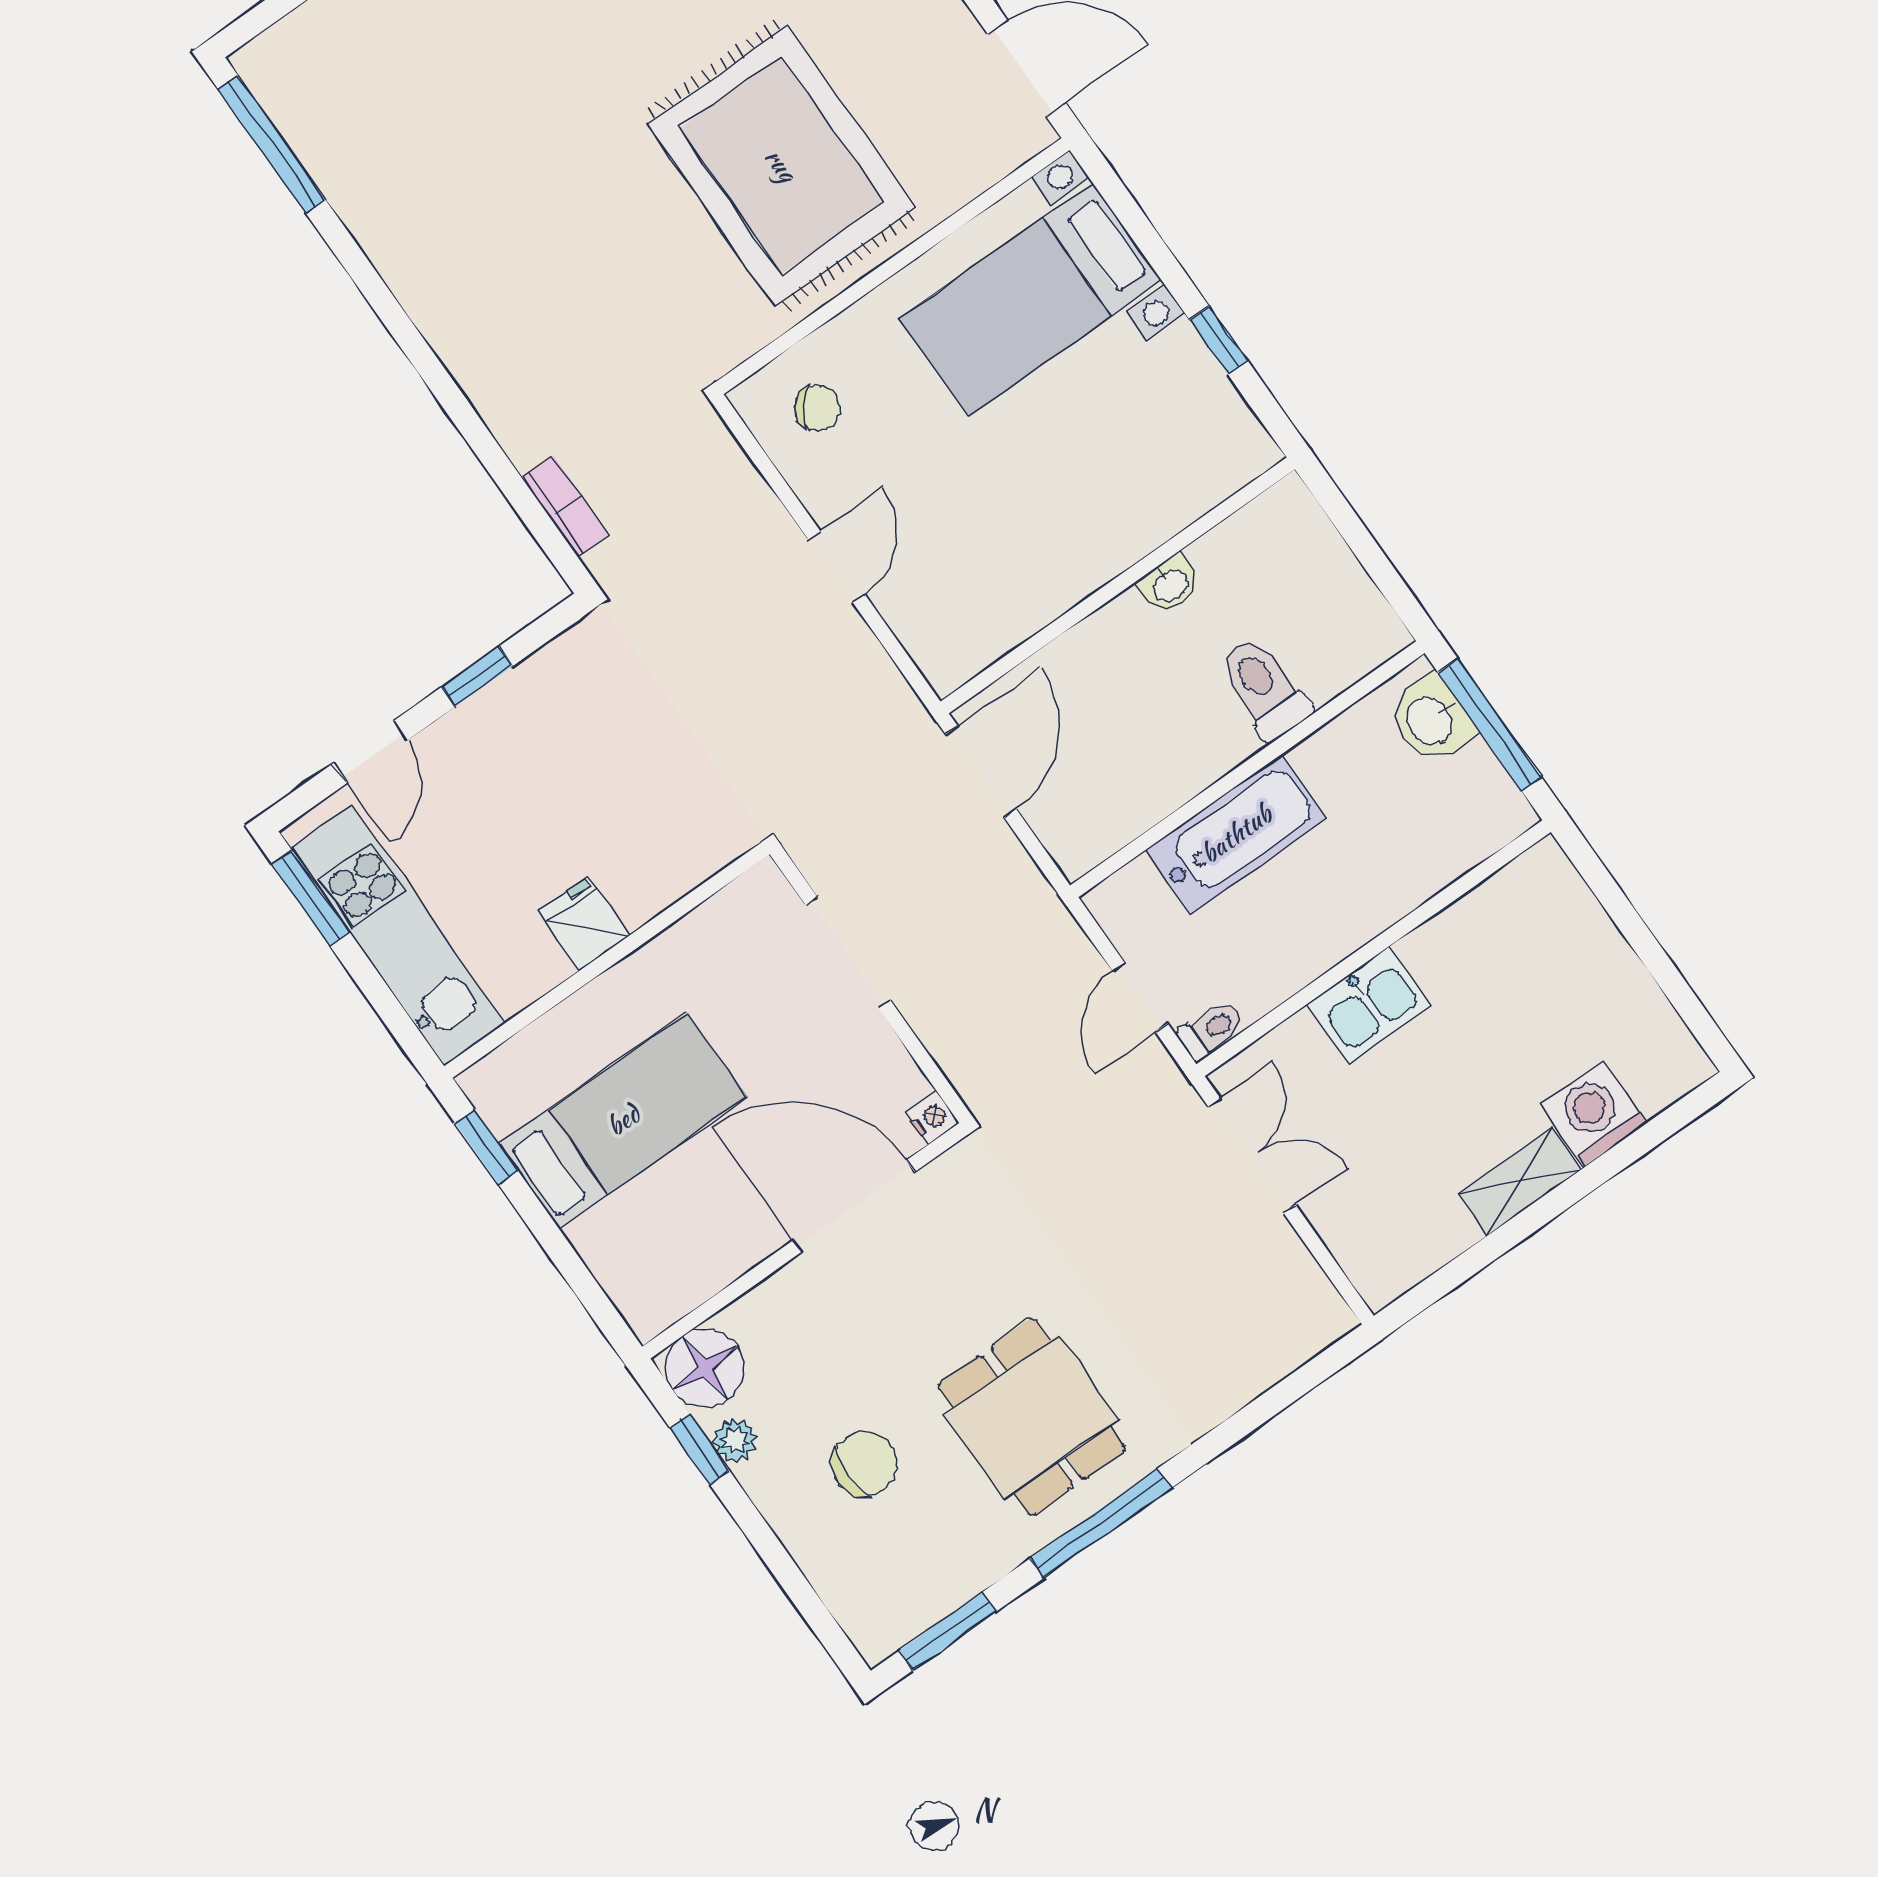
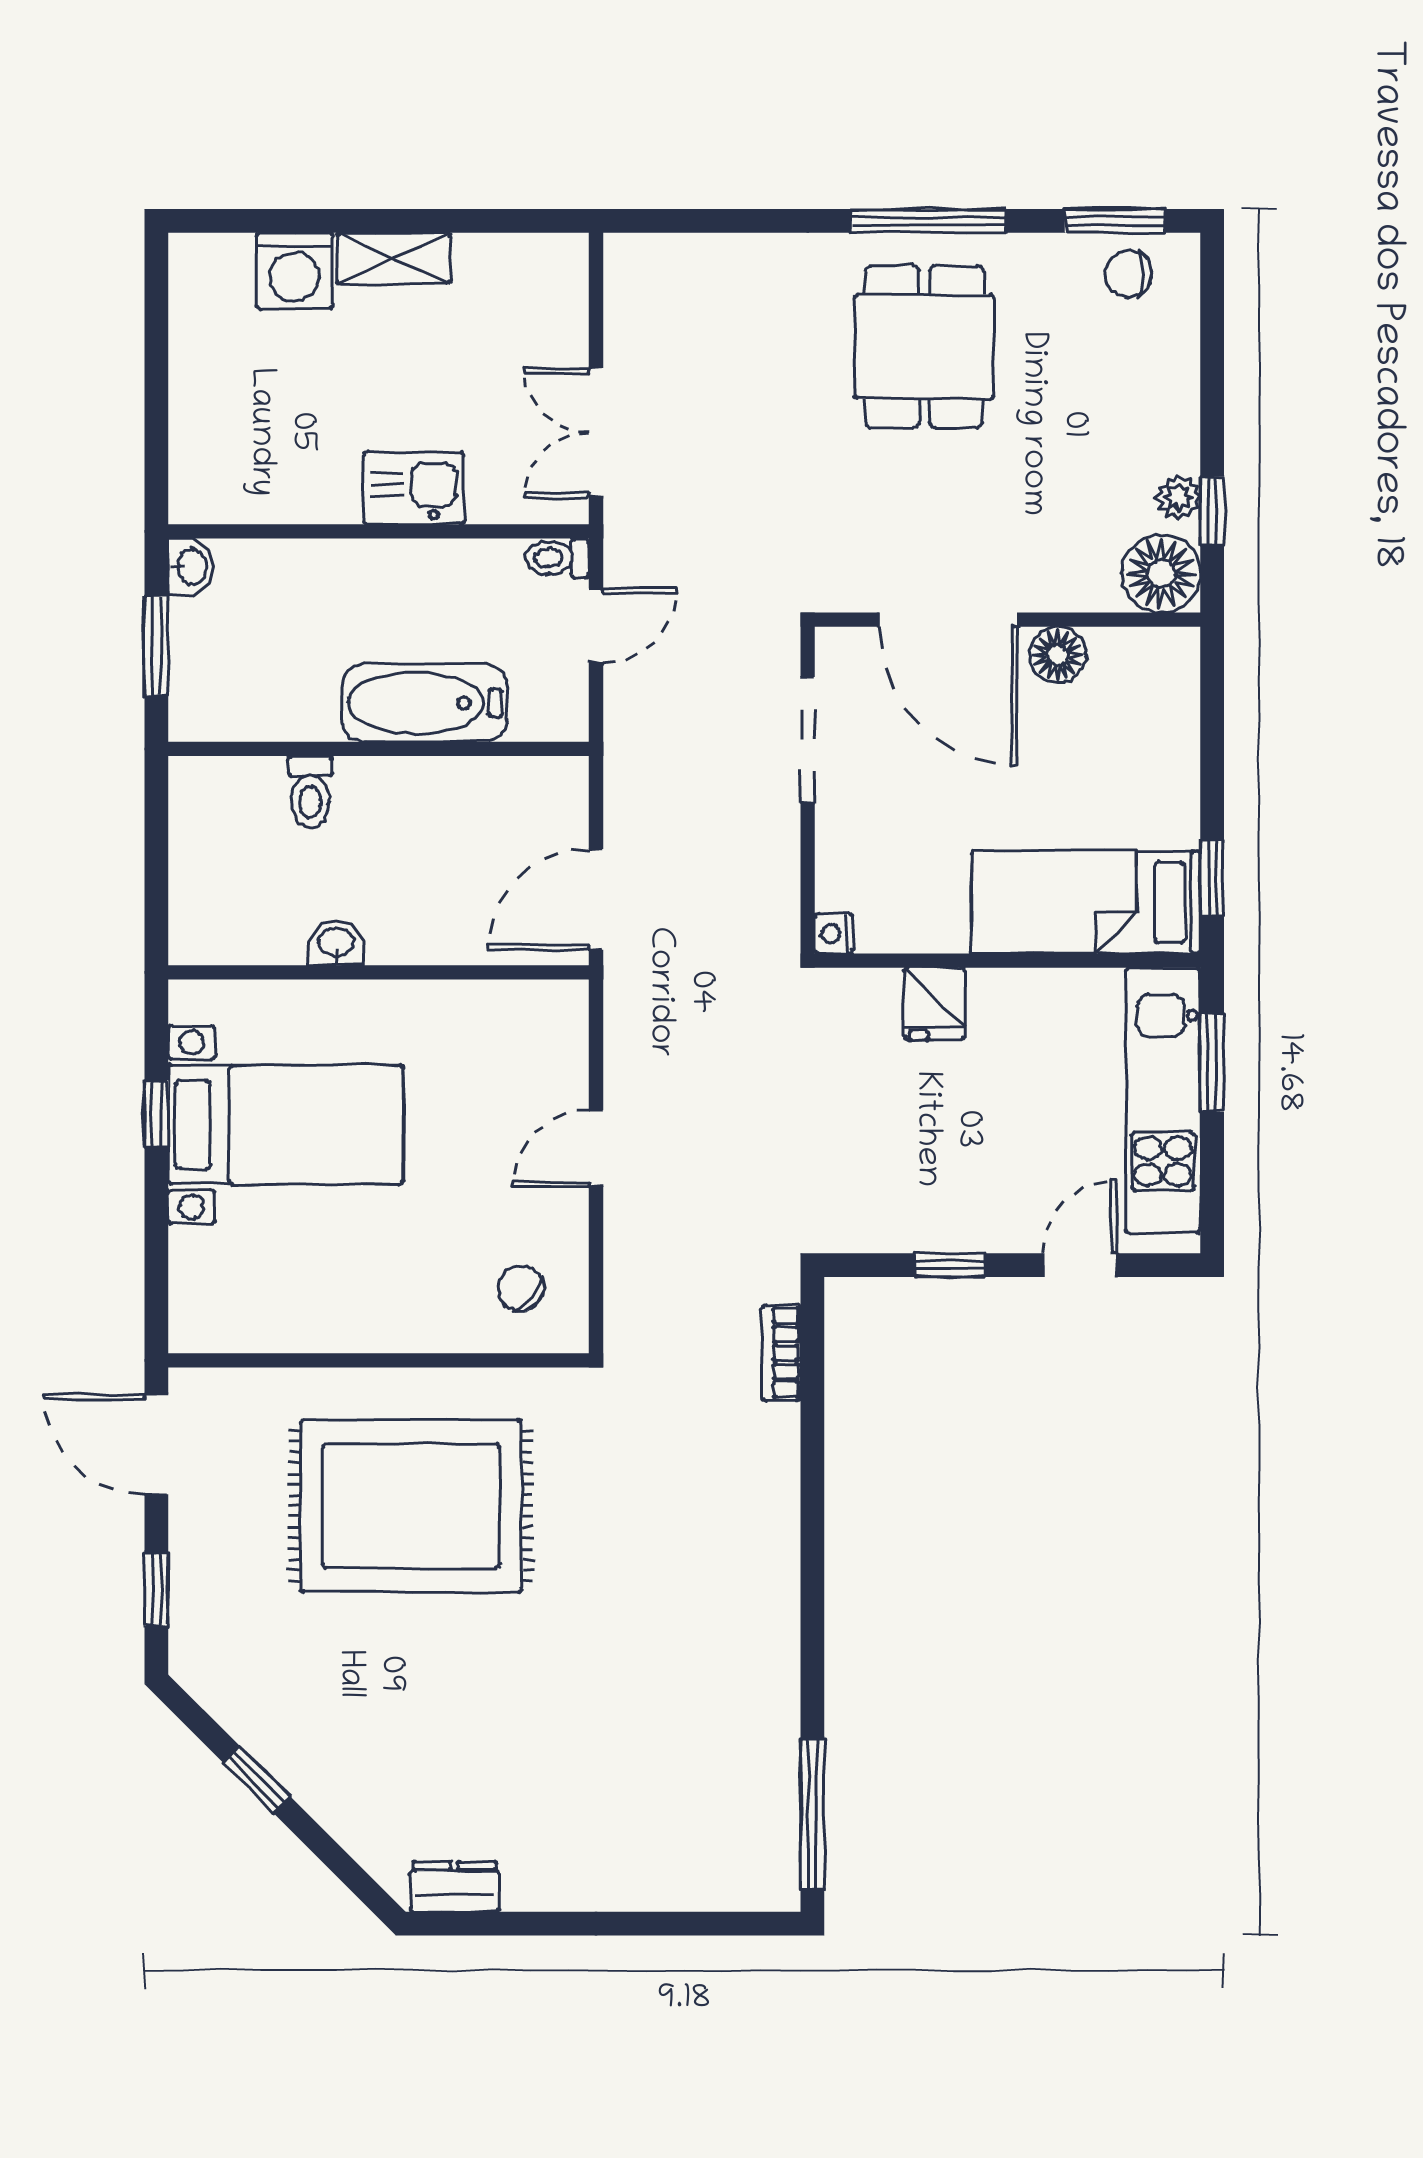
rug: (781, 165) -> (411, 1506), turned 90
bed with nightstands: (1031, 300) -> (285, 1125), moved
toilet: (1264, 688) -> (310, 792), width x0.73, depth x0.72
washbasin: (1431, 719) -> (191, 566), moved, width x0.72, depth x0.69
window: (1490, 725) -> (156, 646), width x0.69
window: (311, 898) -> (1212, 1062), moved
fridge: (584, 923) -> (934, 1004), moved
doorway: (848, 953) -> (808, 740), moved
nightstand: (932, 1118) -> (834, 933), moved
bed: (623, 1120) -> (1086, 902), moved
floor lamp: (743, 1241) -> (1058, 655), added
chair: (865, 1464) -> (1128, 274), moved, width x0.73, depth x0.73

